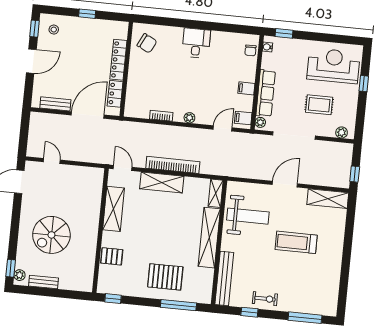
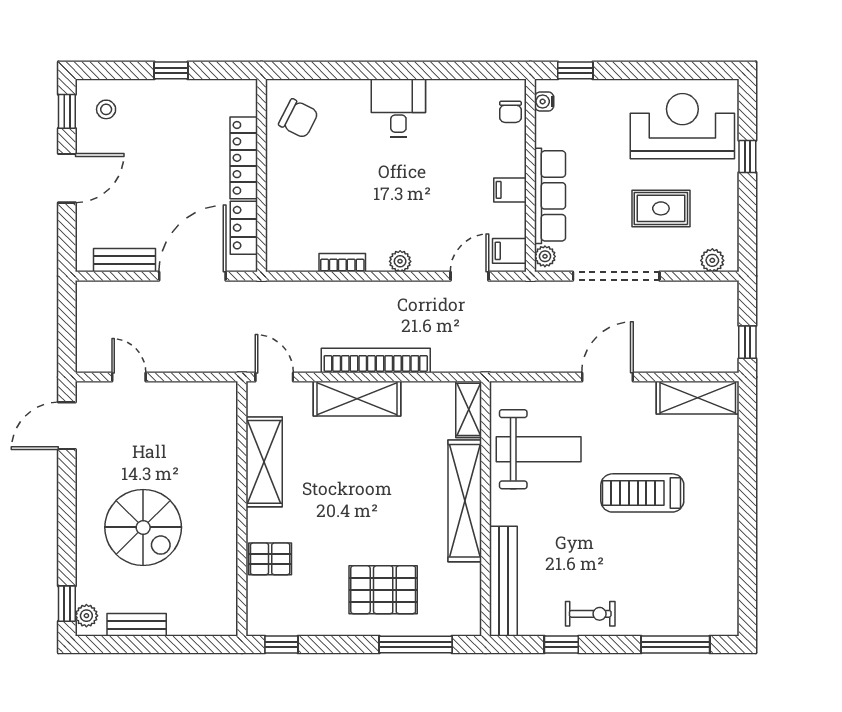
spiral stairs: (51, 235) -> (143, 527), turned -90

